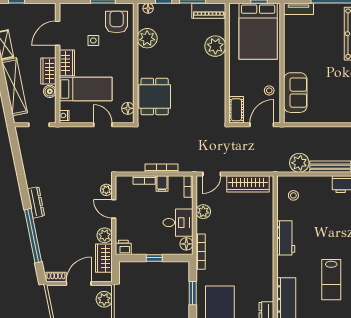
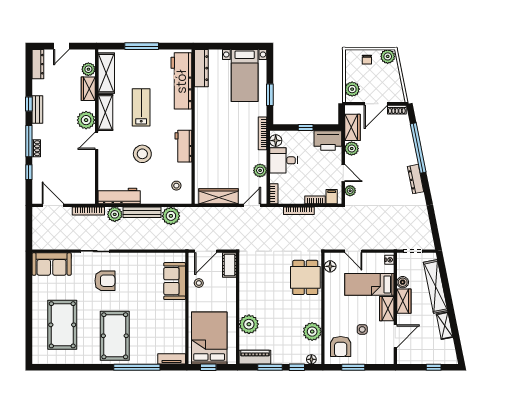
filing cabinet: (162, 183) -> (332, 197), moved
stool: (330, 230) -> (142, 154), added
printer: (123, 247) -> (328, 141), width x1.87, depth x1.48

